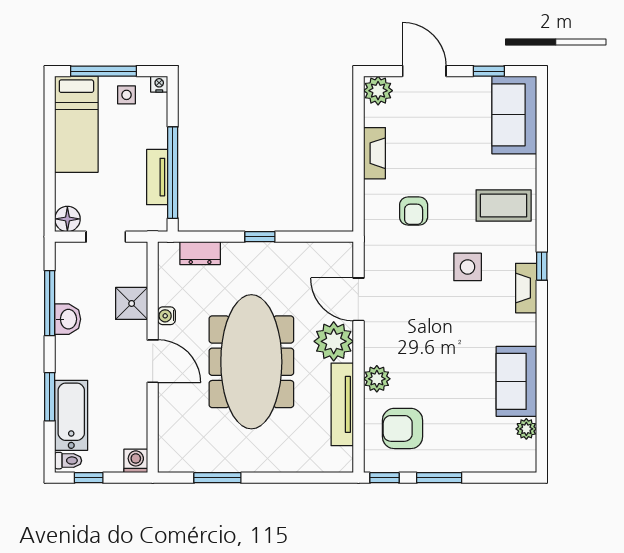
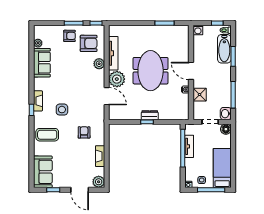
dresser: (200, 253) -> (150, 115), moved
washbasin: (68, 319) -> (226, 114), moved
meeting table: (251, 362) -> (151, 71), width x0.73
armchair: (449, 447) -> (69, 36), added

